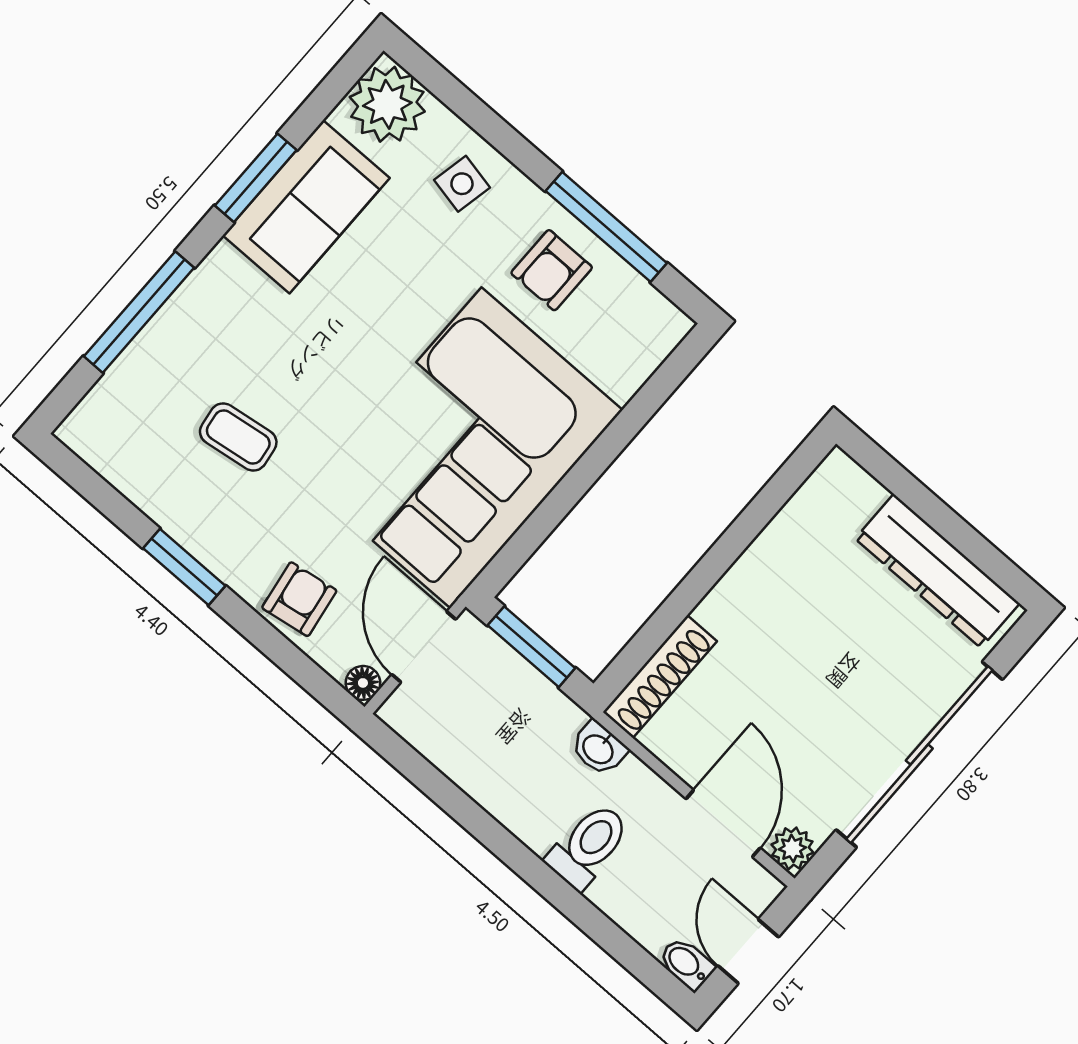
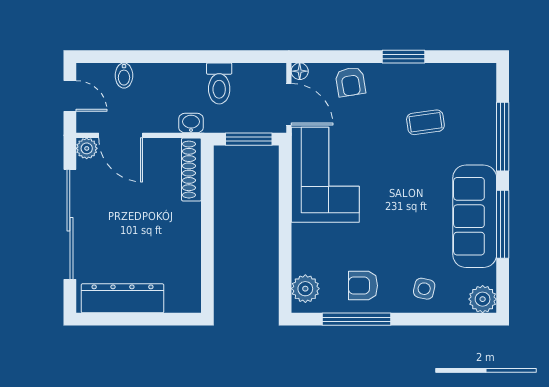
plant: (387, 104) -> (483, 299), width x0.73, depth x0.73
window: (256, 178) -> (503, 224), width x1.44
sofa: (306, 207) -> (475, 216), width x1.36
armchair: (552, 270) -> (363, 286), turned -90
plant: (644, 342) -> (305, 289), added
corner sofa: (466, 448) -> (325, 175), width x0.73, depth x0.74
toilet: (588, 846) -> (219, 83), moved
bidet: (687, 964) -> (124, 76), moved, turned 90

